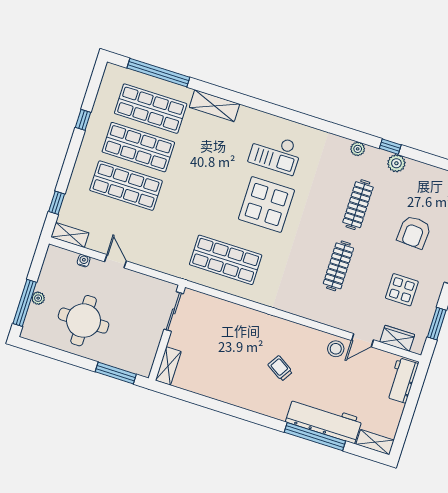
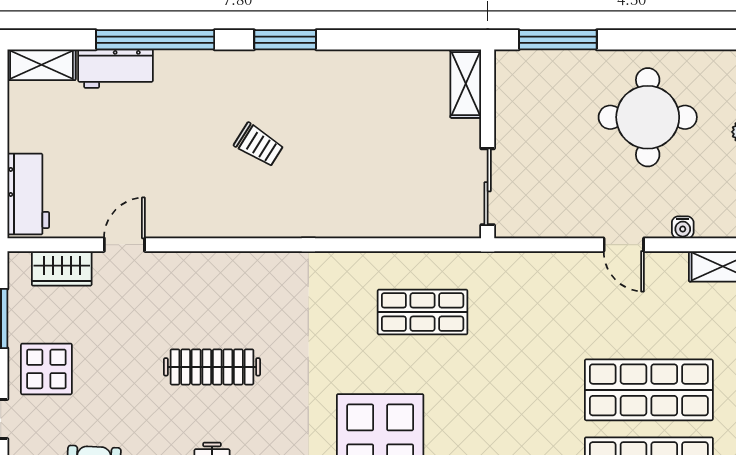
shop shelf: (226, 260) -> (423, 312), width x0.70, depth x0.74
clothes rail: (338, 266) -> (212, 367), turned 90
display table: (402, 290) -> (46, 369), moved
stool: (336, 349) -> (168, 213), removed
window: (251, 416) -> (285, 40), added
workbench: (324, 420) -> (116, 69), width x0.53, depth x0.76

